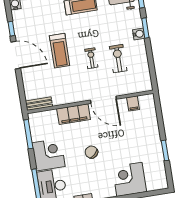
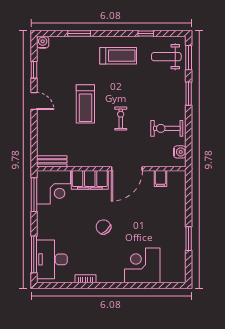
water cooler: (139, 34) -> (180, 152), moved
door: (16, 55) -> (34, 101), width x0.53
exercise bike: (118, 59) -> (167, 128), moved, turned -90
door: (103, 100) -> (127, 169), hinge flipped
corner desk: (49, 155) -> (53, 187), moved, turned 90

